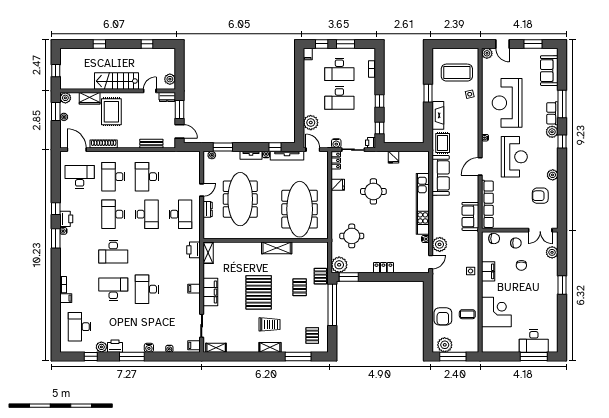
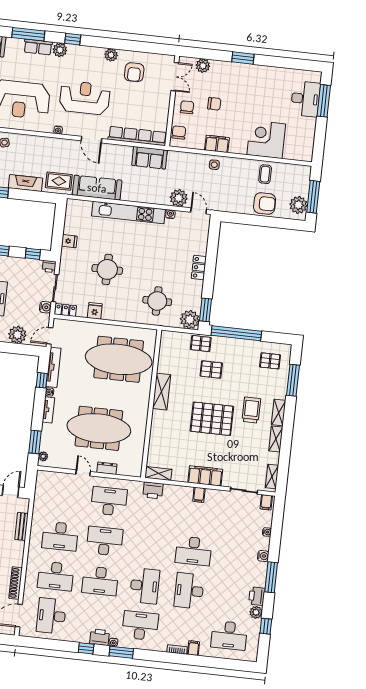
desk: (80, 252) -> (140, 626), added
shelving: (248, 347) -> (276, 439), added

